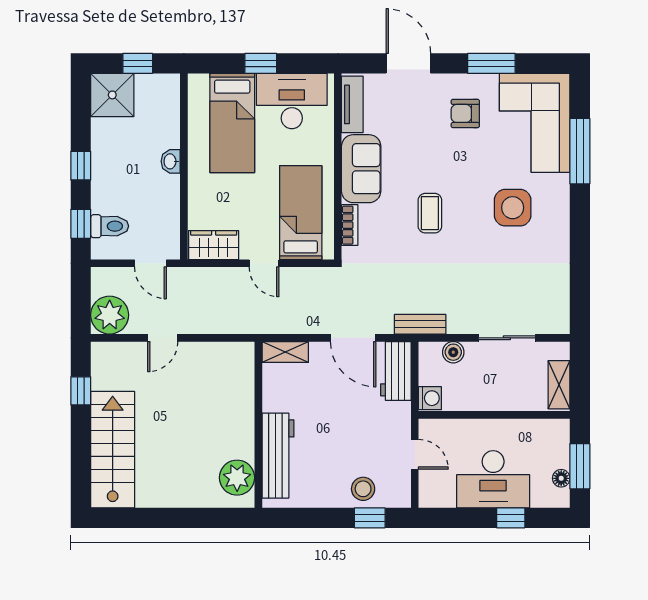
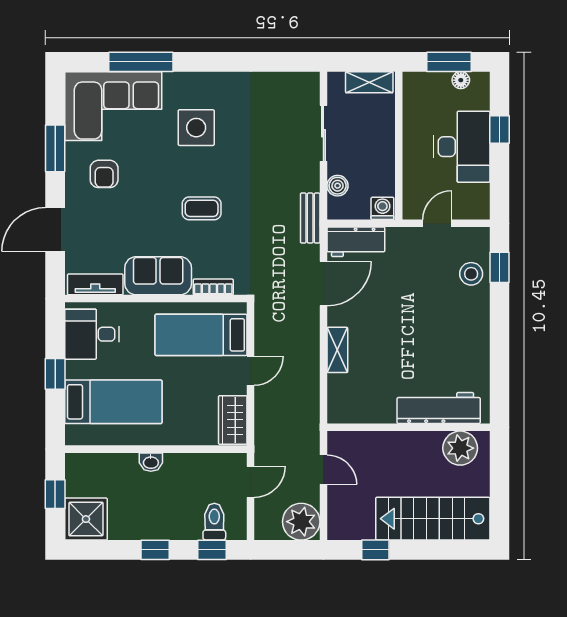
desk: (292, 101) -> (92, 334), width x0.73
wall: (258, 425) -> (408, 427), moved
workbench: (278, 456) -> (439, 408), moved
plant: (237, 478) -> (460, 448), moved

